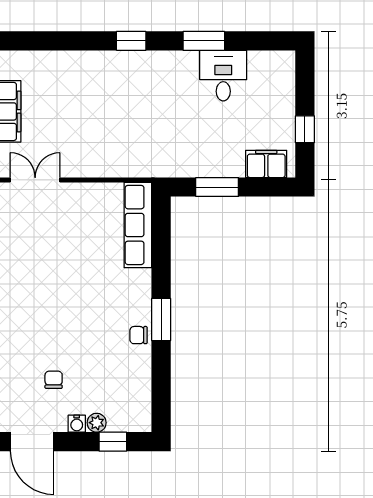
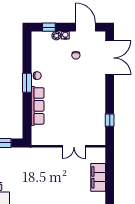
double door: (35, 180) -> (74, 146), moved
row of seats: (138, 225) -> (38, 106), moved

